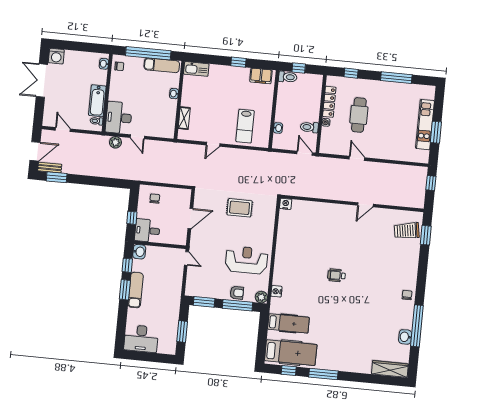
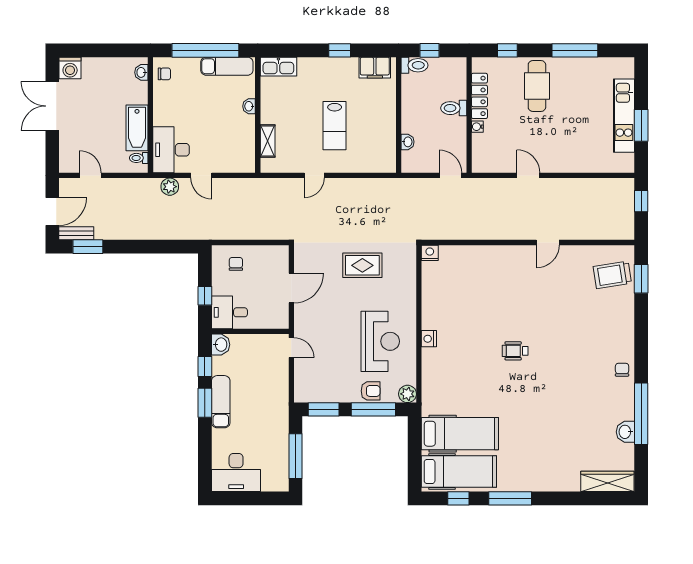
cafe table: (359, 115) -> (537, 86), moved
lab bench: (245, 126) -> (335, 126), moved
toilet: (309, 127) -> (454, 108), moved
reception desk: (247, 260) -> (380, 341), turned 90
nightstand: (276, 291) -> (429, 339), moved
hospital bed: (288, 323) -> (460, 434), width x1.37, depth x1.29
window: (182, 331) -> (295, 456), width x1.44

